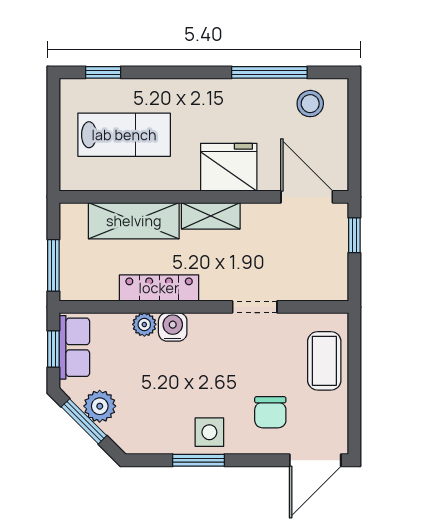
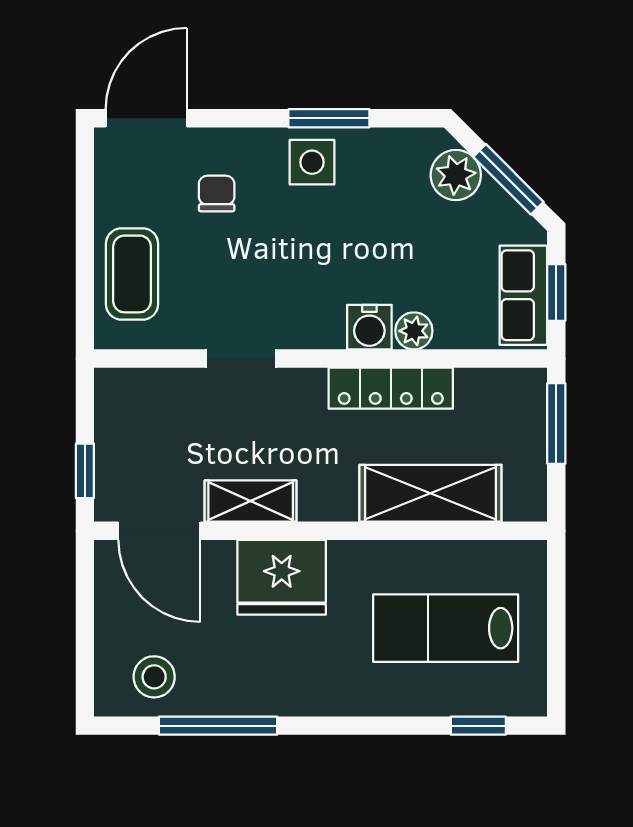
shelving: (211, 216) -> (251, 501), moved
plant: (100, 406) -> (456, 175), moved
chair: (270, 412) -> (217, 193), width x0.73, depth x0.73

